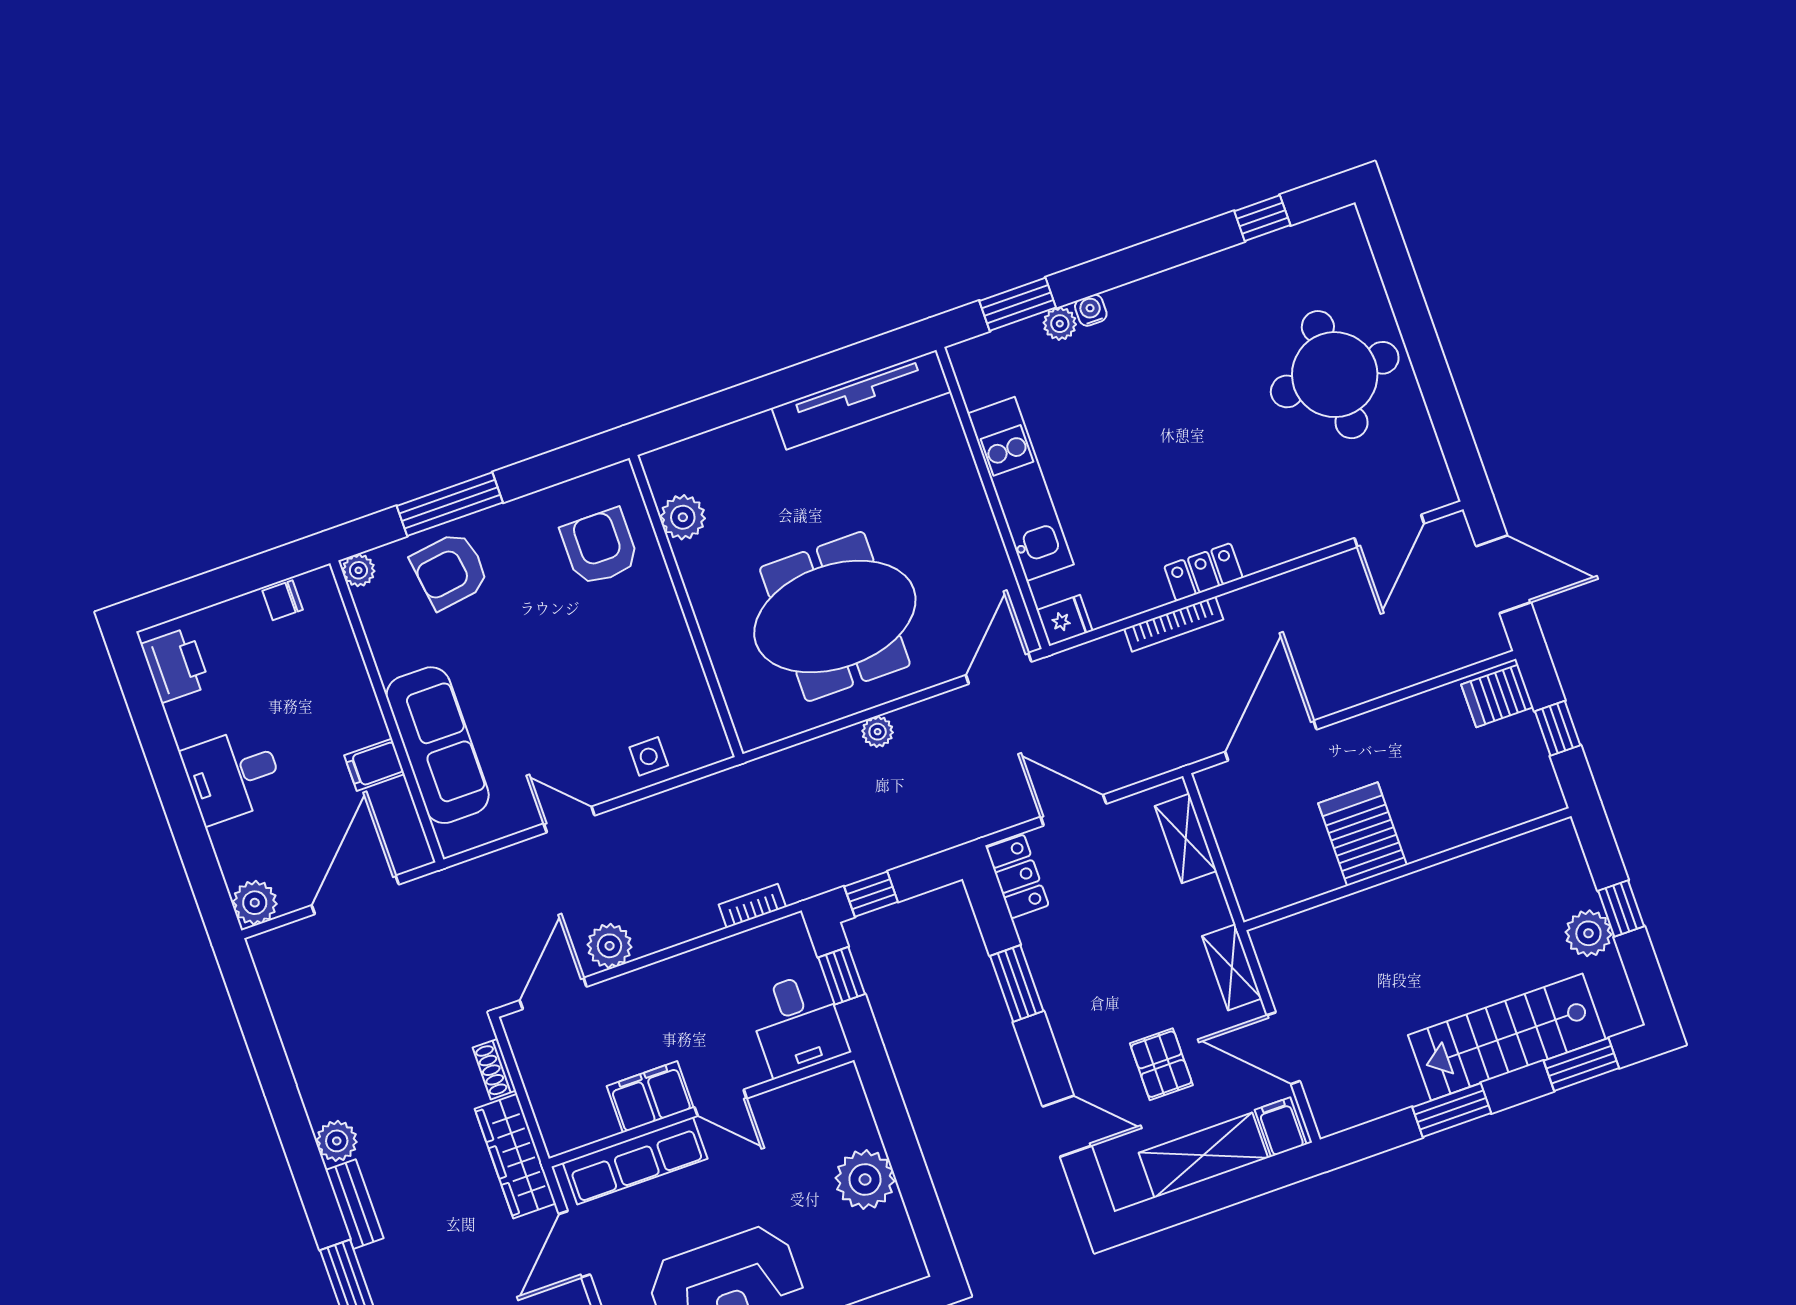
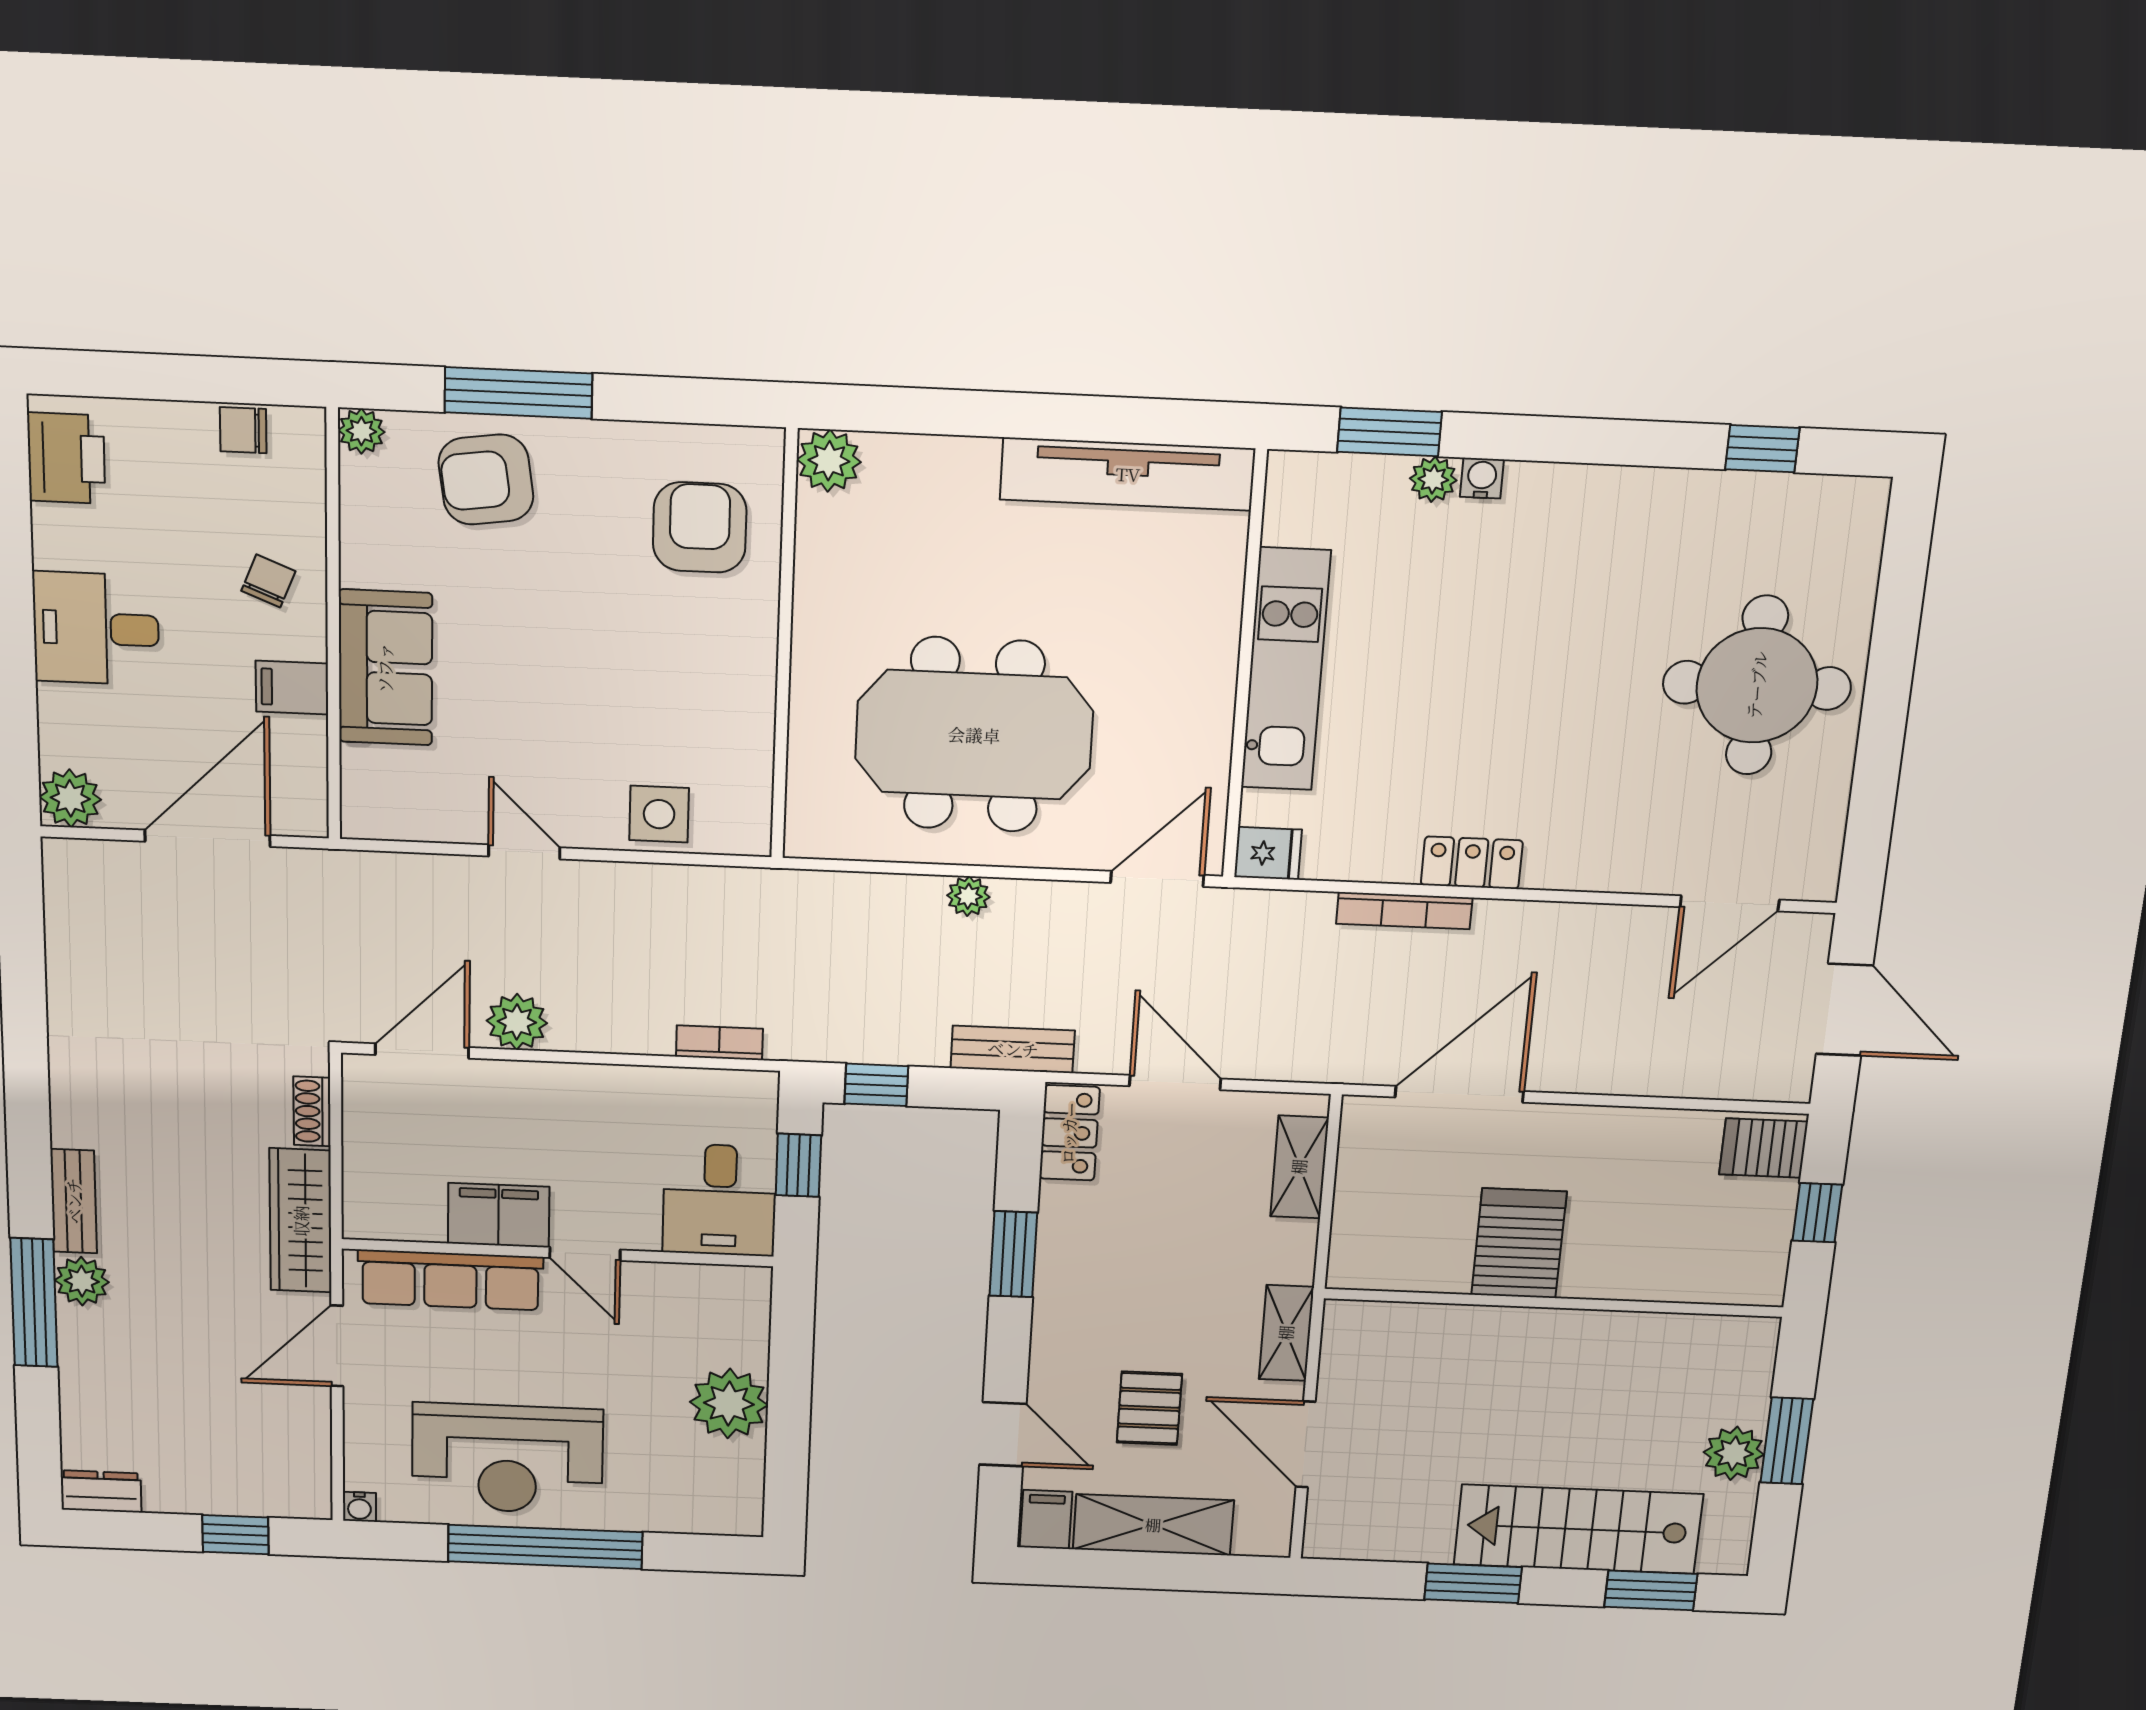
plant: (683, 517) -> (829, 461), moved
chair: (334, 697) -> (268, 581), added
sofa: (438, 745) -> (385, 668), width x0.73
side table: (649, 756) -> (659, 814), width x1.37, depth x1.37
bench: (953, 830) -> (1013, 1049), added
window: (1621, 909) -> (1787, 1441), width x1.50
filing cabinet: (1281, 1127) -> (1046, 1519), moved
plant: (337, 1141) -> (82, 1281), moved

